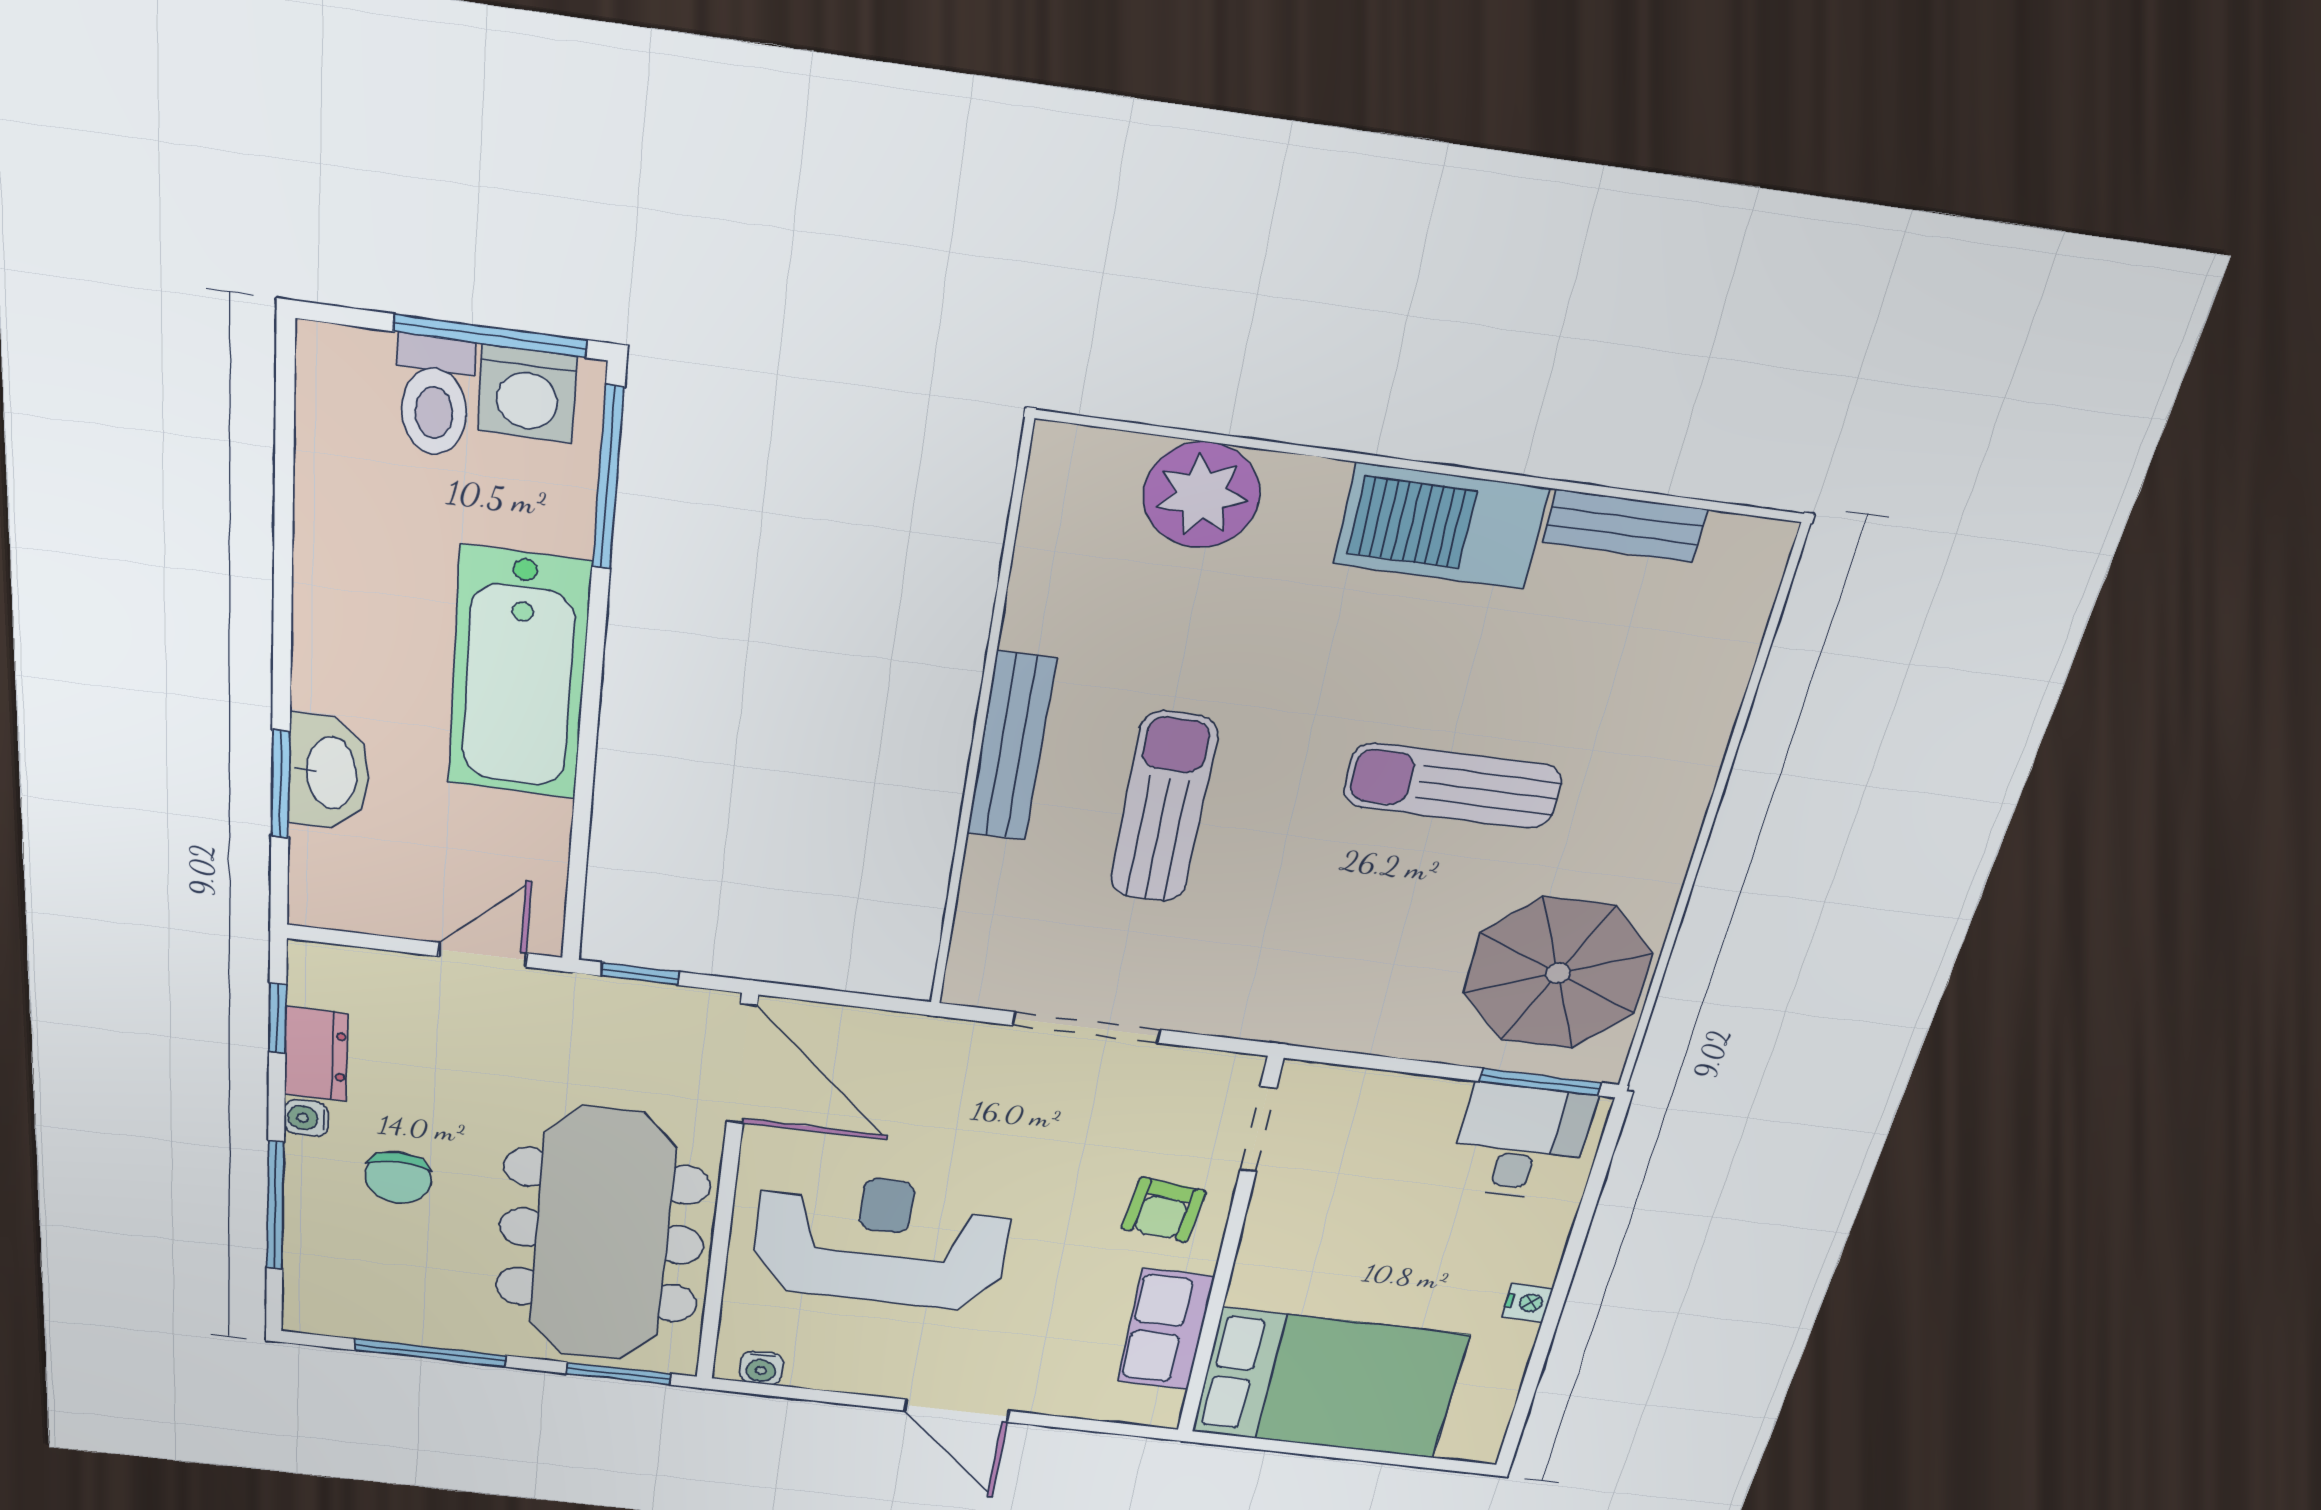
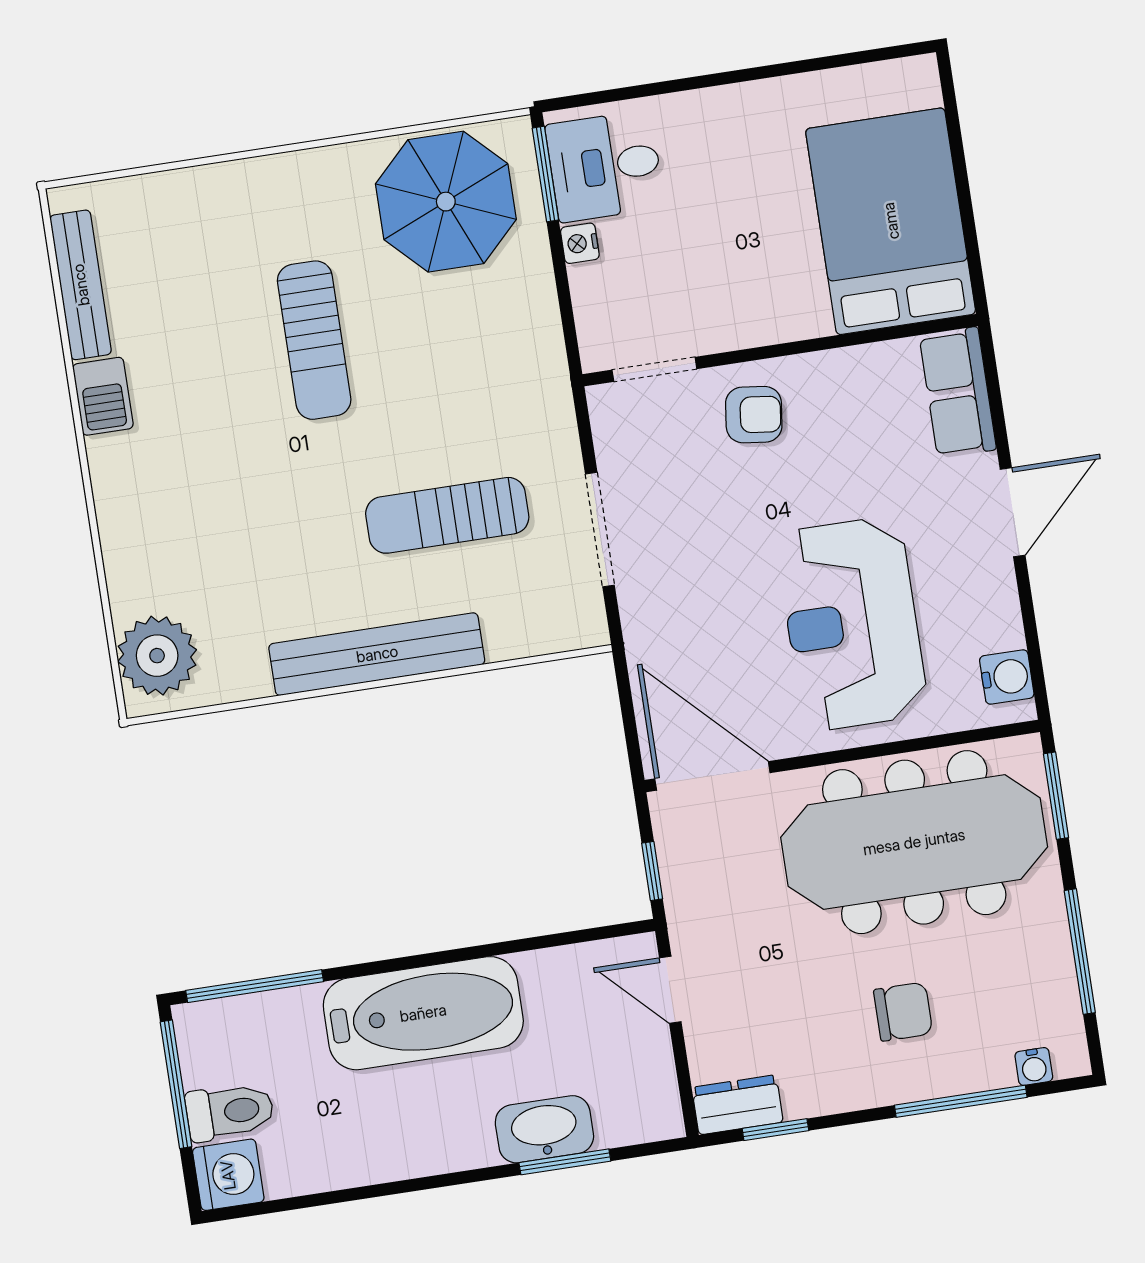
washing machine: (527, 394) -> (228, 1175), moved
plant: (1201, 495) -> (157, 656), moved
barbecue: (1441, 526) -> (103, 396), width x0.53, depth x0.65
bench: (1625, 526) -> (81, 285), width x1.36
bench: (1011, 747) -> (377, 654), width x1.37, depth x1.21
sun lounger: (1163, 808) -> (447, 515), moved
dresser: (316, 1054) -> (738, 1105), moved
door: (742, 1064) -> (712, 776), hinge flipped
water cooler: (306, 1118) -> (1034, 1066), moved
nightstand: (1527, 1303) -> (580, 243), moved, turned -90
row of seats: (1166, 1329) -> (958, 392), moved, turned 90
water cooler: (761, 1368) -> (1007, 677), width x1.38, depth x1.38

